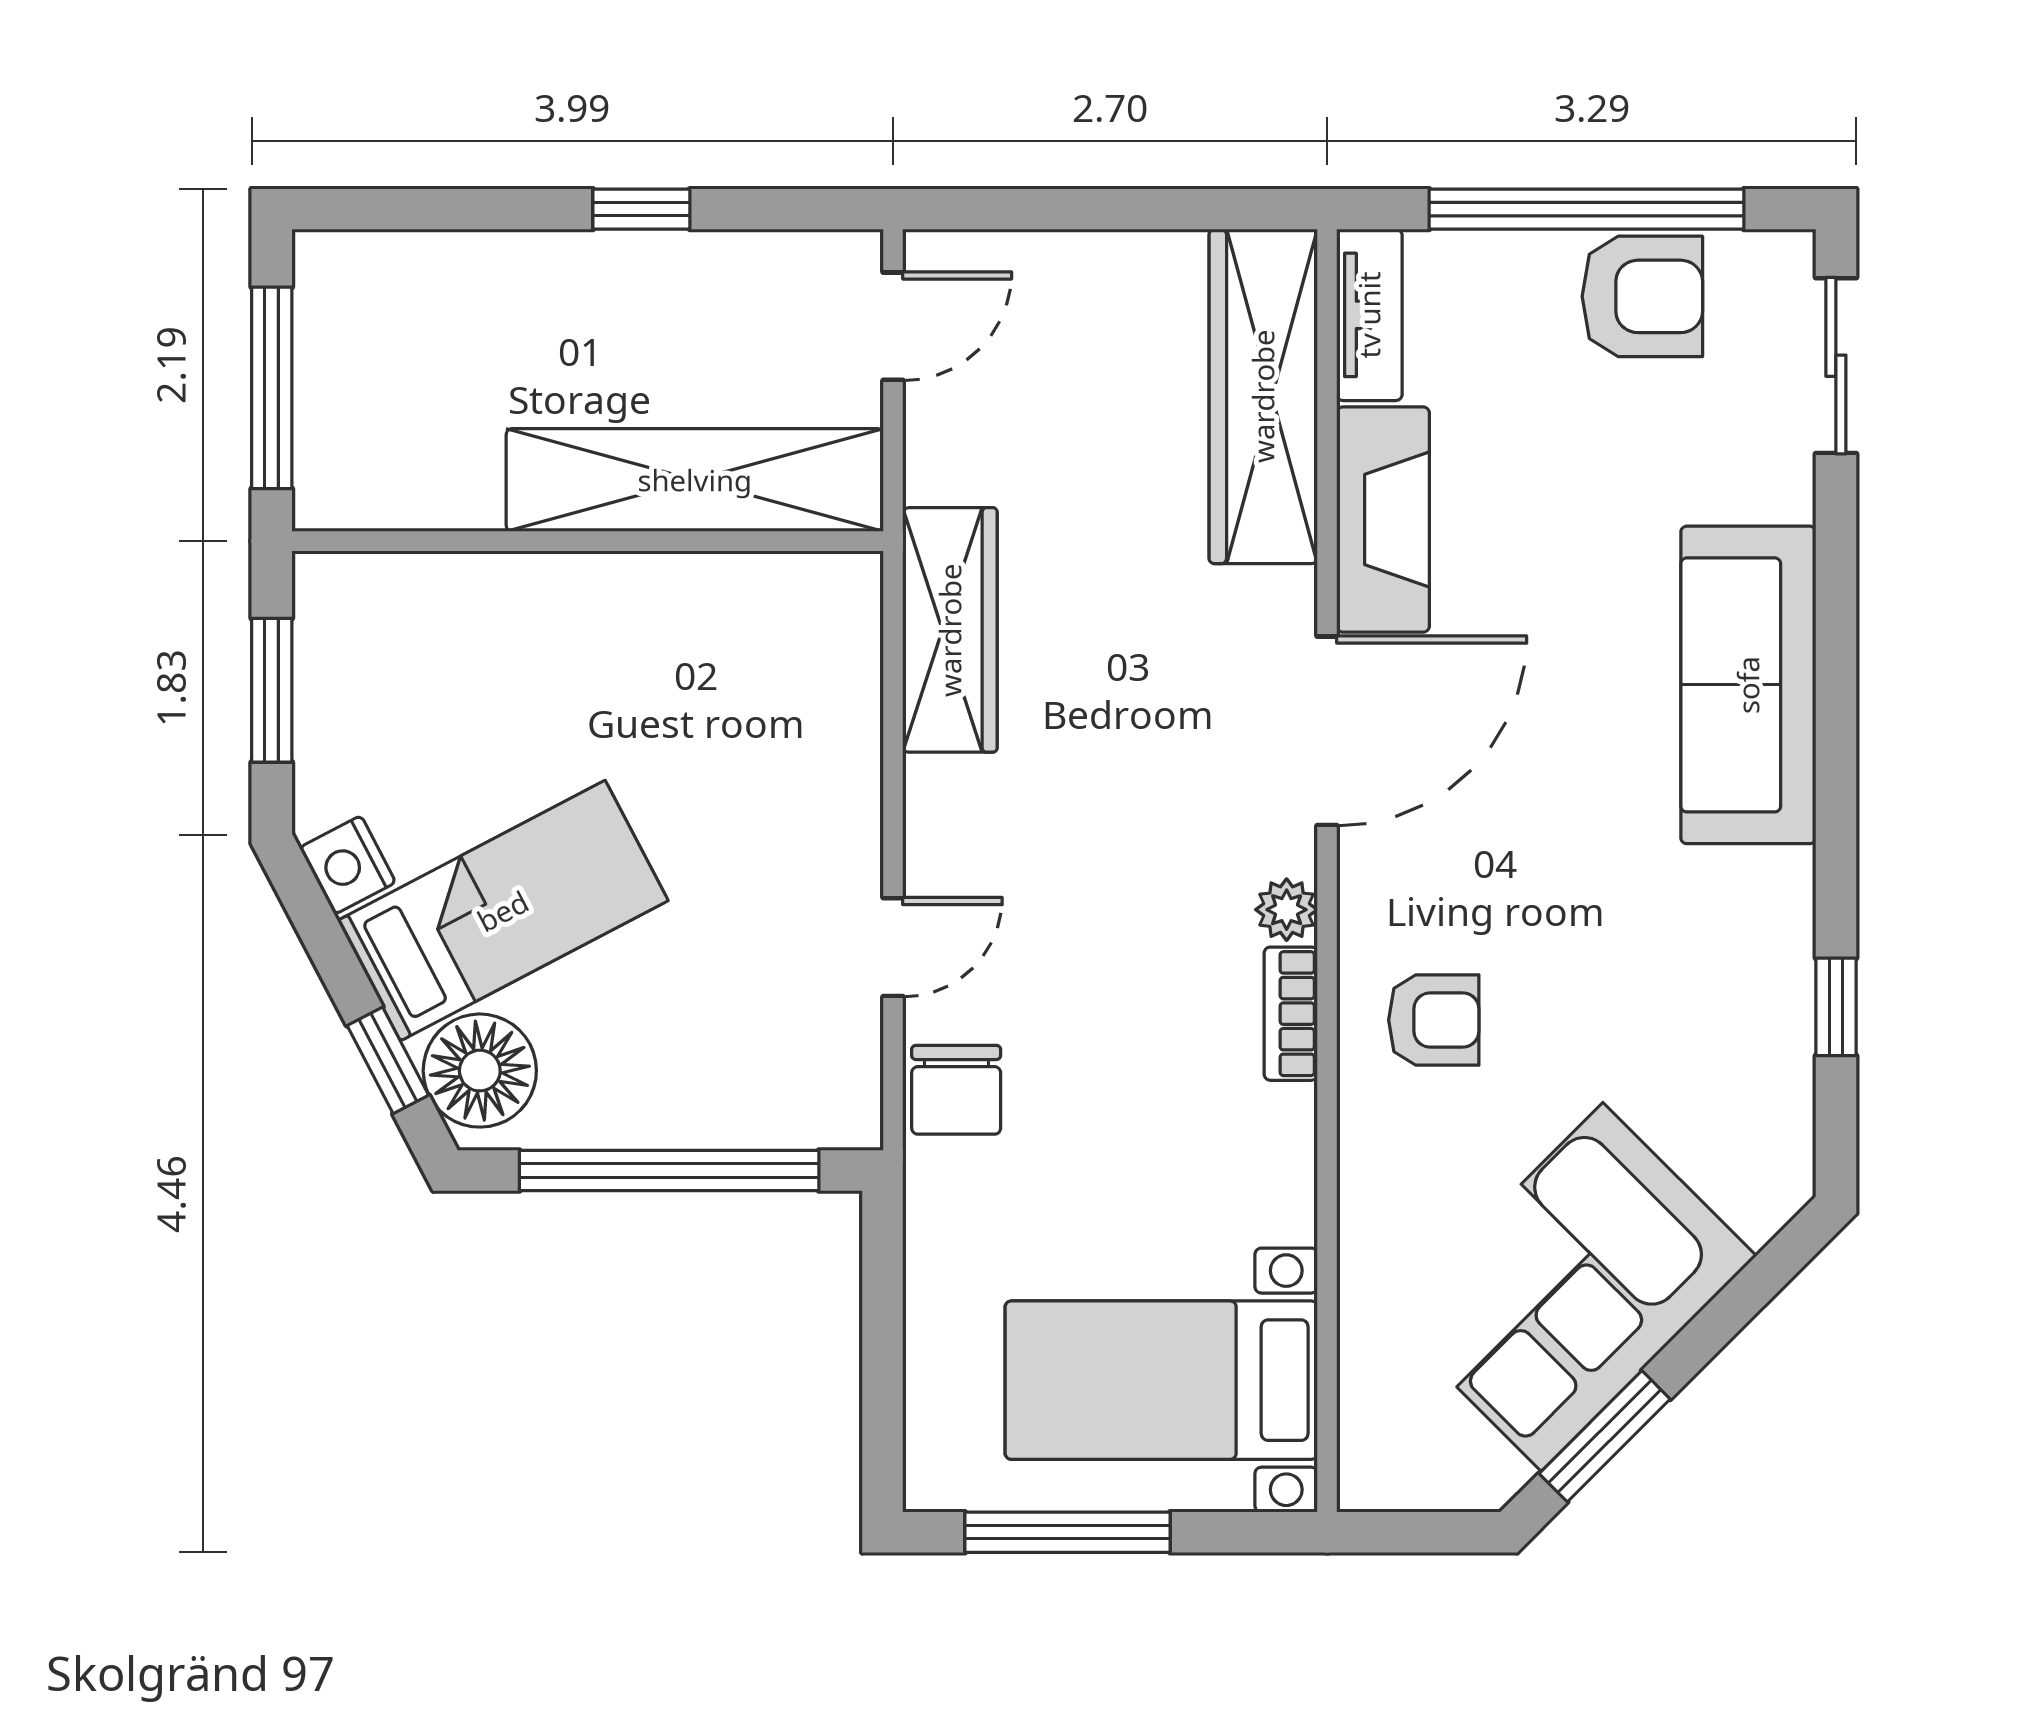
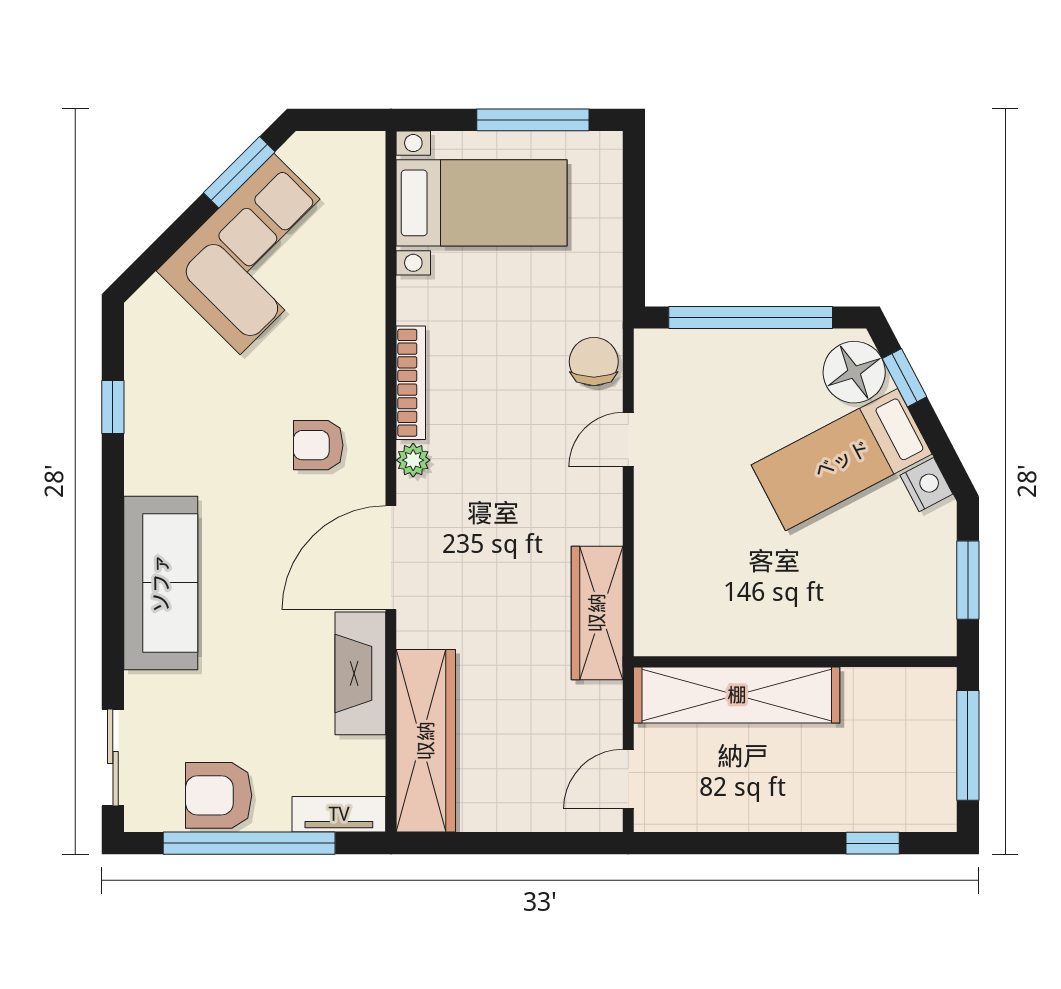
window: (641, 209) -> (873, 843), moved
tv unit: (1369, 315) -> (339, 814), moved, turned 90
bookcase: (1291, 1014) -> (411, 383), width x1.56
armchair: (1434, 1020) -> (318, 445), moved

